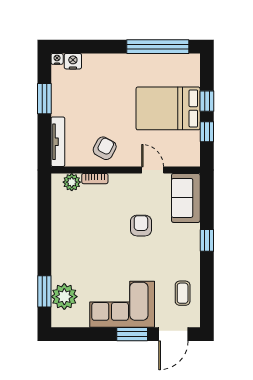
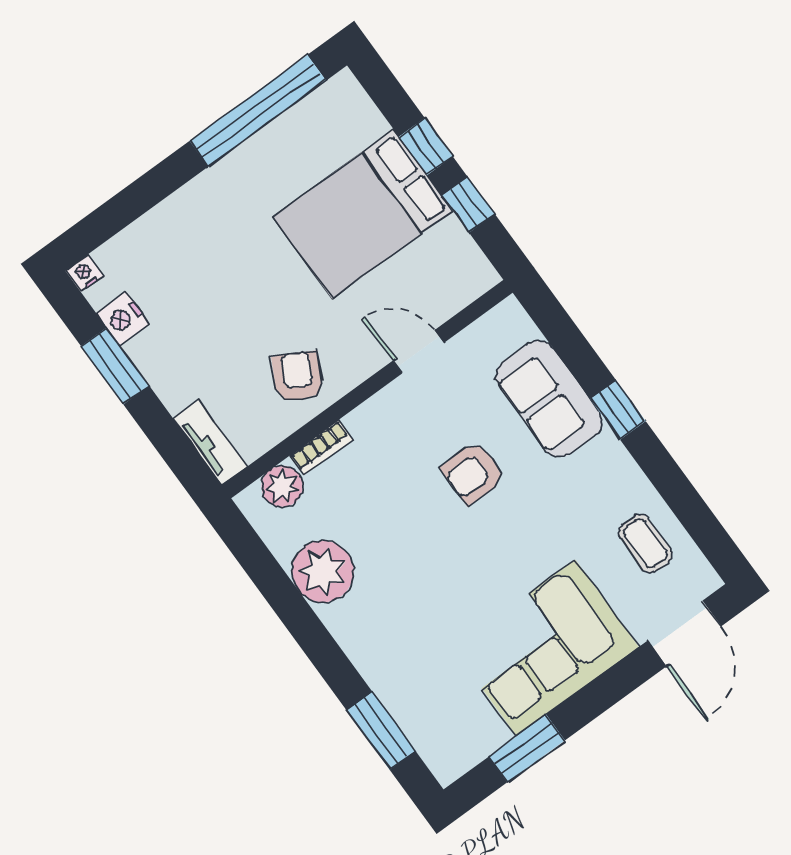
nightstand: (73, 61) -> (123, 318), moved, turned -90
tv unit: (58, 142) -> (210, 443), width x0.71
sofa: (186, 198) -> (549, 399), moved
armchair: (141, 226) -> (473, 473), turned -90
plant: (64, 297) -> (323, 572), moved
window: (132, 334) -> (527, 748), moved

